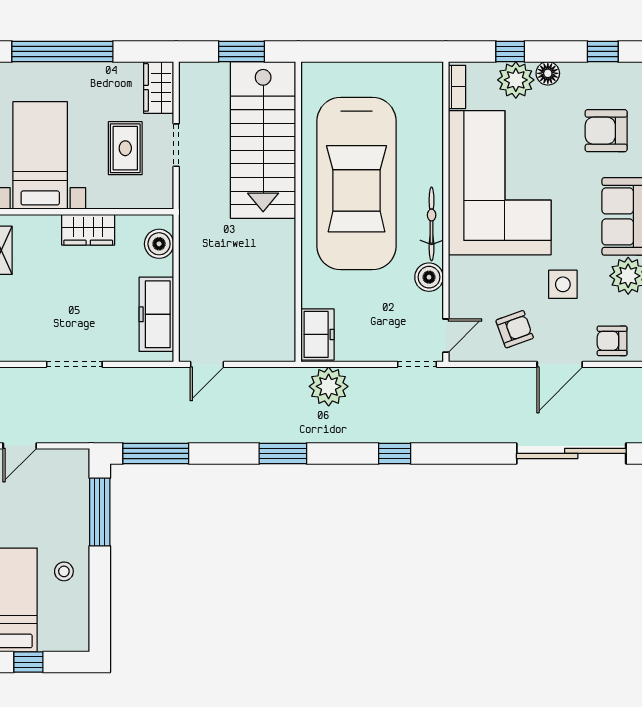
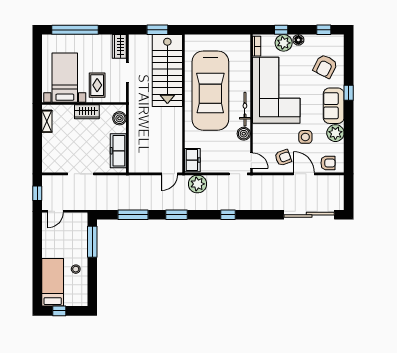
armchair: (606, 131) -> (325, 66), turned -63
rug: (125, 148) -> (97, 85), moved
door: (446, 336) -> (251, 161), hinge flipped
armchair: (612, 341) -> (328, 163), turned 180
door: (207, 364) -> (170, 174), moved
door: (560, 364) -> (304, 174), swing flipped
window: (156, 453) -> (133, 215), moved

